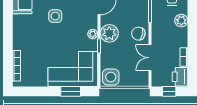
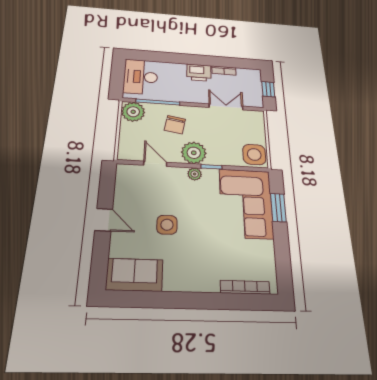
plant: (181, 21) -> (177, 70), removed
chair: (138, 34) -> (175, 125), moved
double door: (150, 58) -> (226, 107), swing flipped
printer: (180, 77) -> (199, 73), moved

